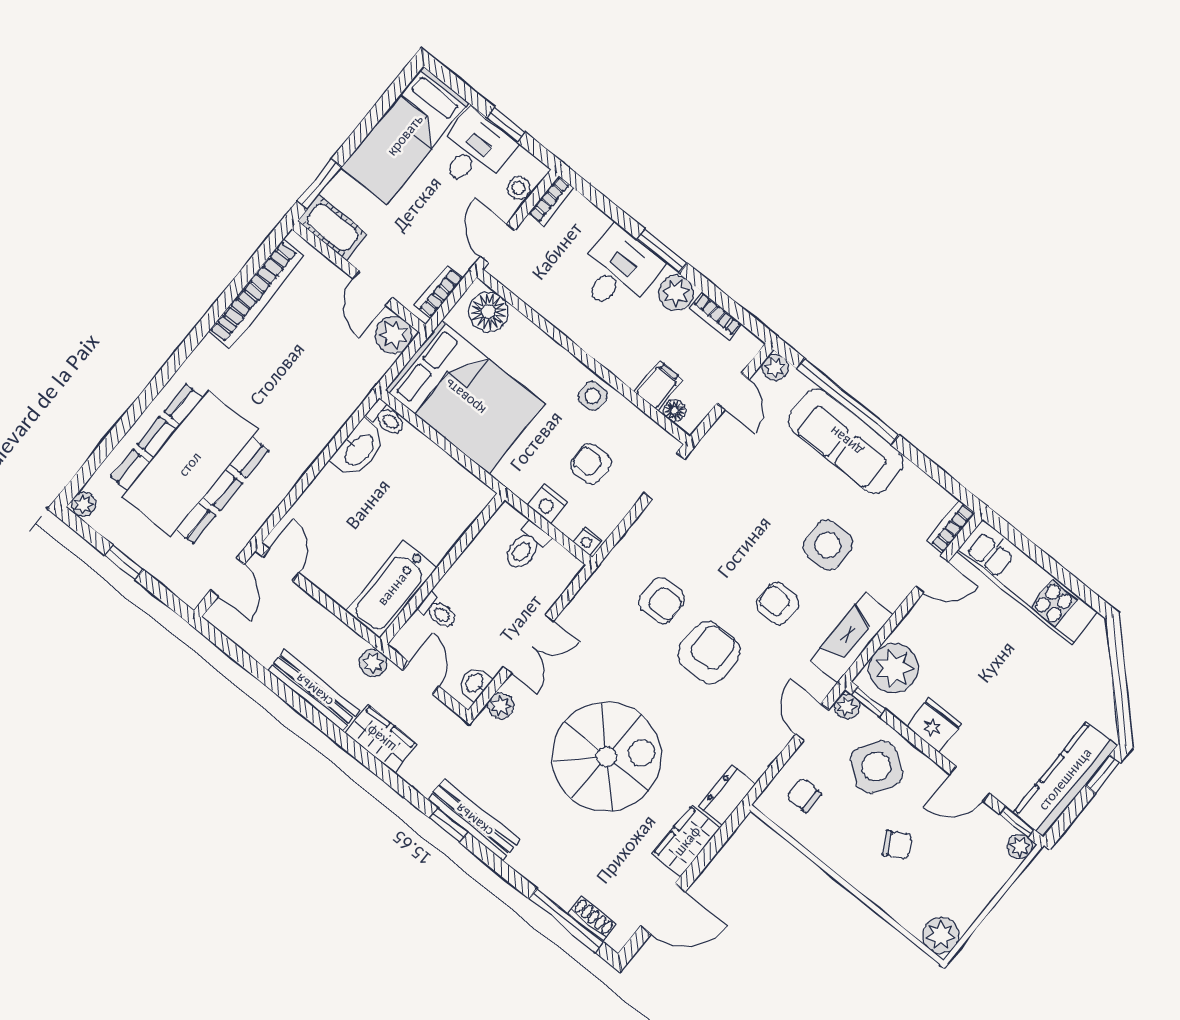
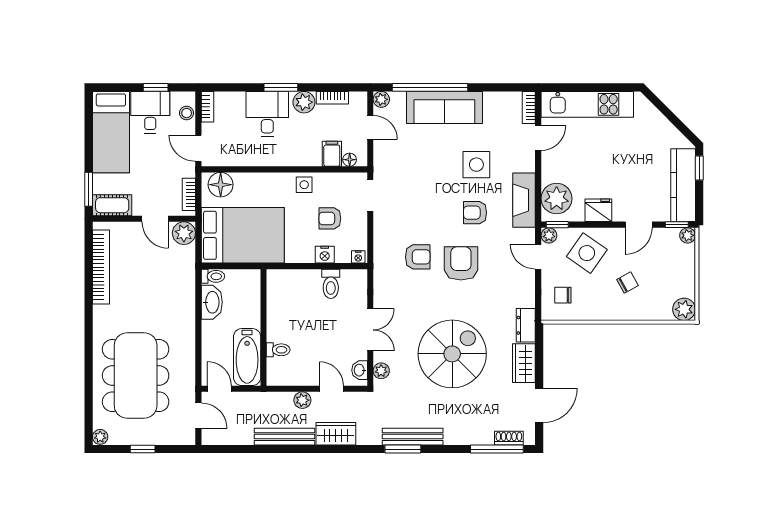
wall: (442, 569) -> (264, 327), moved
bathtub: (392, 589) -> (247, 357), moved
toilet: (438, 612) -> (278, 350), moved
window: (449, 825) -> (403, 449), width x1.50

